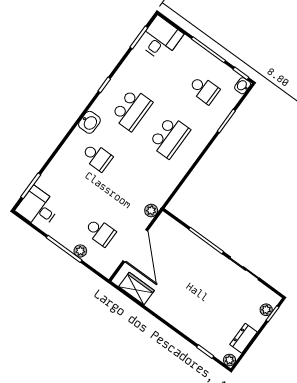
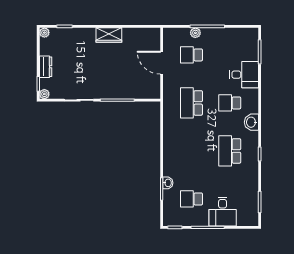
desk: (160, 39) -> (223, 212), moved
washbasin: (243, 86) -> (168, 183), moved
school desk: (169, 137) -> (191, 103), moved
desk: (38, 208) -> (244, 75), moved
plant: (151, 210) -> (168, 94), removed
door: (135, 246) -> (162, 63), width x0.73
wardrobe: (137, 288) -> (109, 35), moved
plant: (266, 310) -> (44, 94), moved
dresser: (243, 338) -> (46, 67), moved

